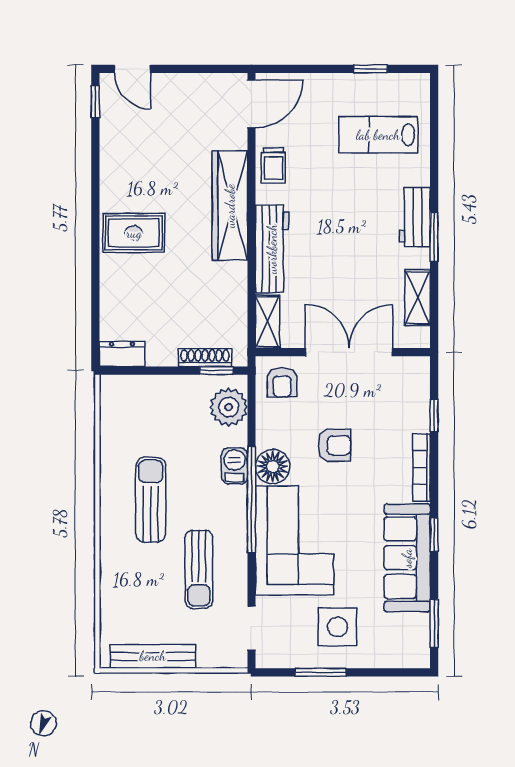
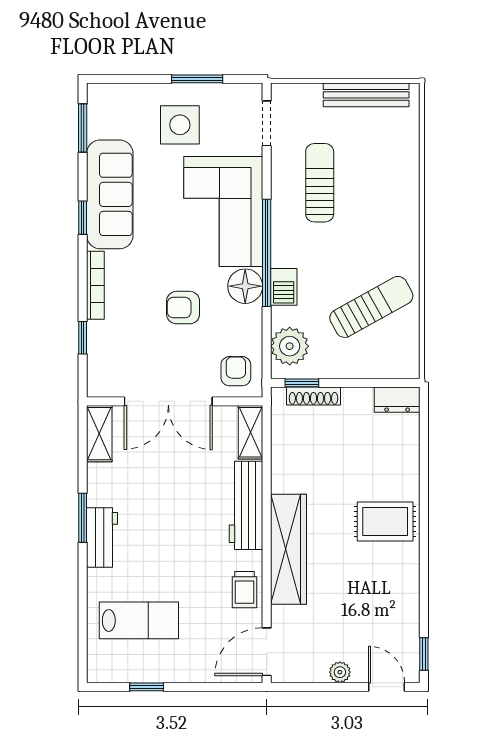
plant: (179, 83) -> (340, 672), added
trolley: (273, 165) -> (244, 590), turned 180
shelving: (418, 297) -> (99, 434), moved
sun lounger: (151, 500) -> (371, 307), moved, turned -119

